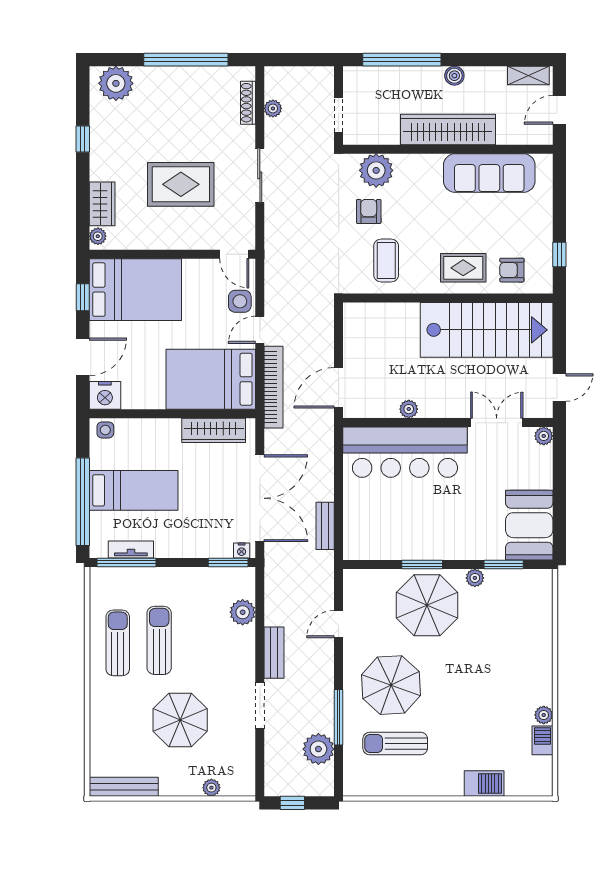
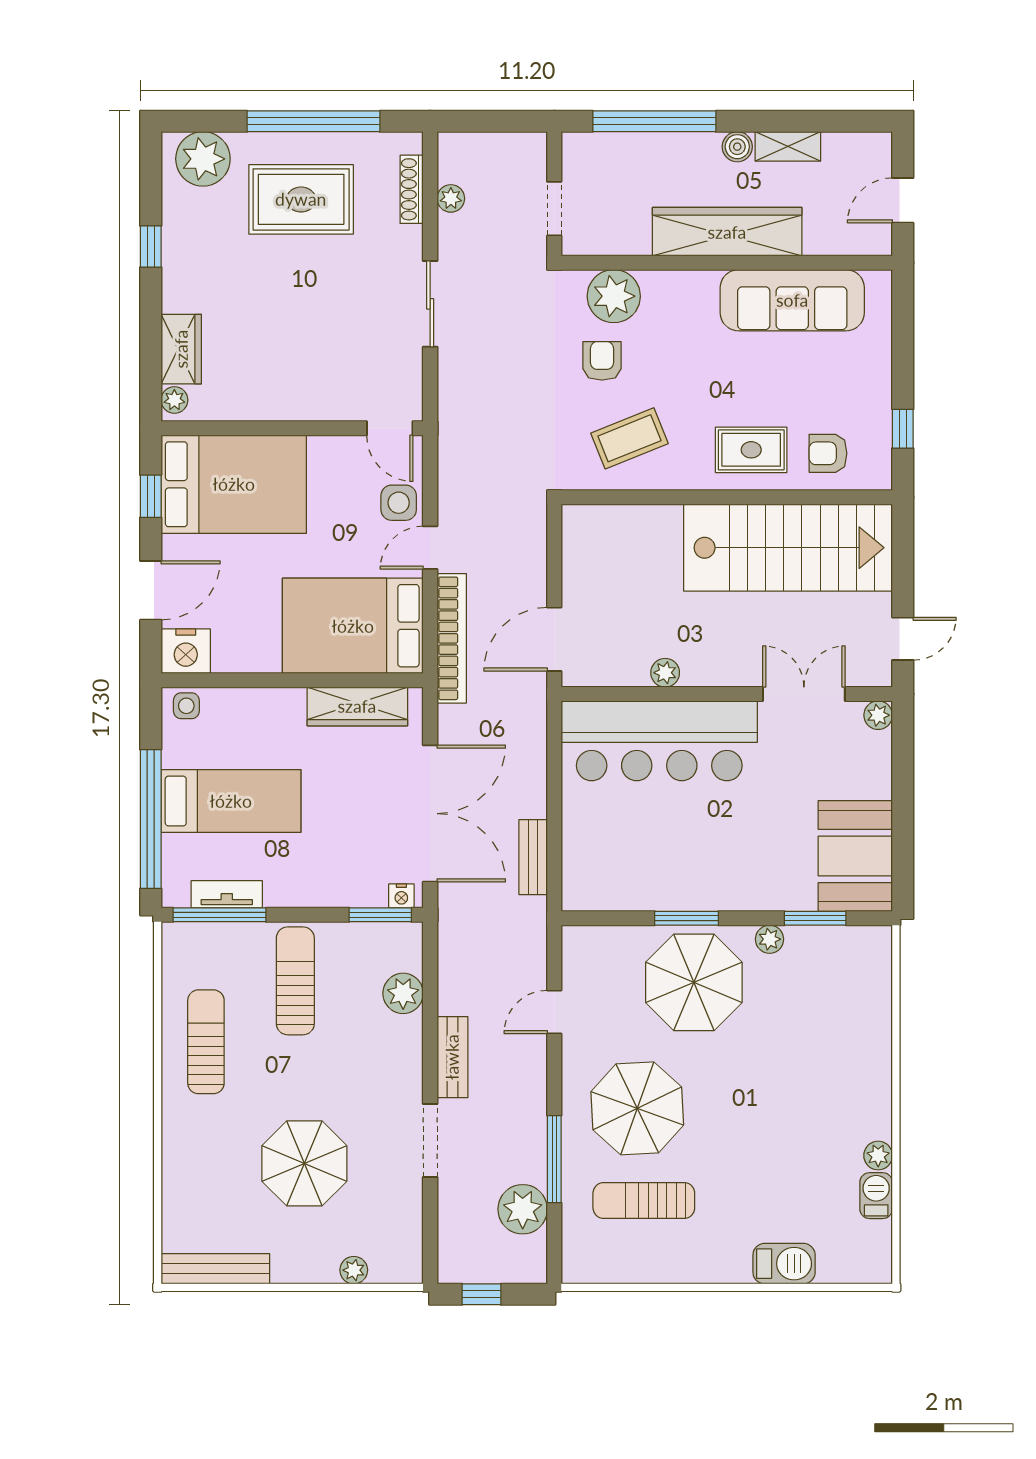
shelving: (528, 75) -> (788, 146), moved
rug: (181, 184) -> (301, 199), moved
coffee table: (386, 261) -> (629, 438), turned 68
sun lounger: (159, 640) -> (295, 981), moved

